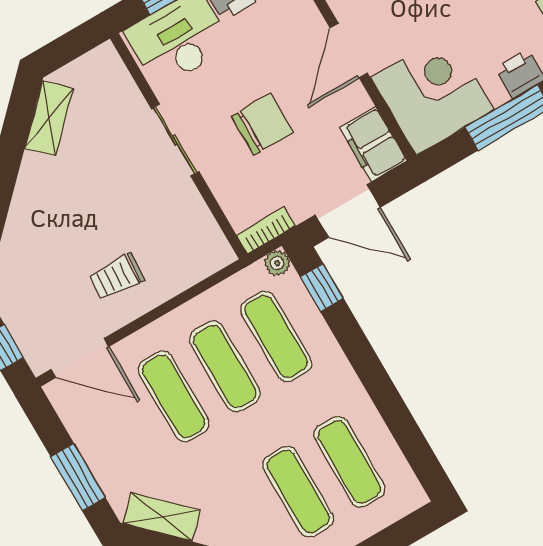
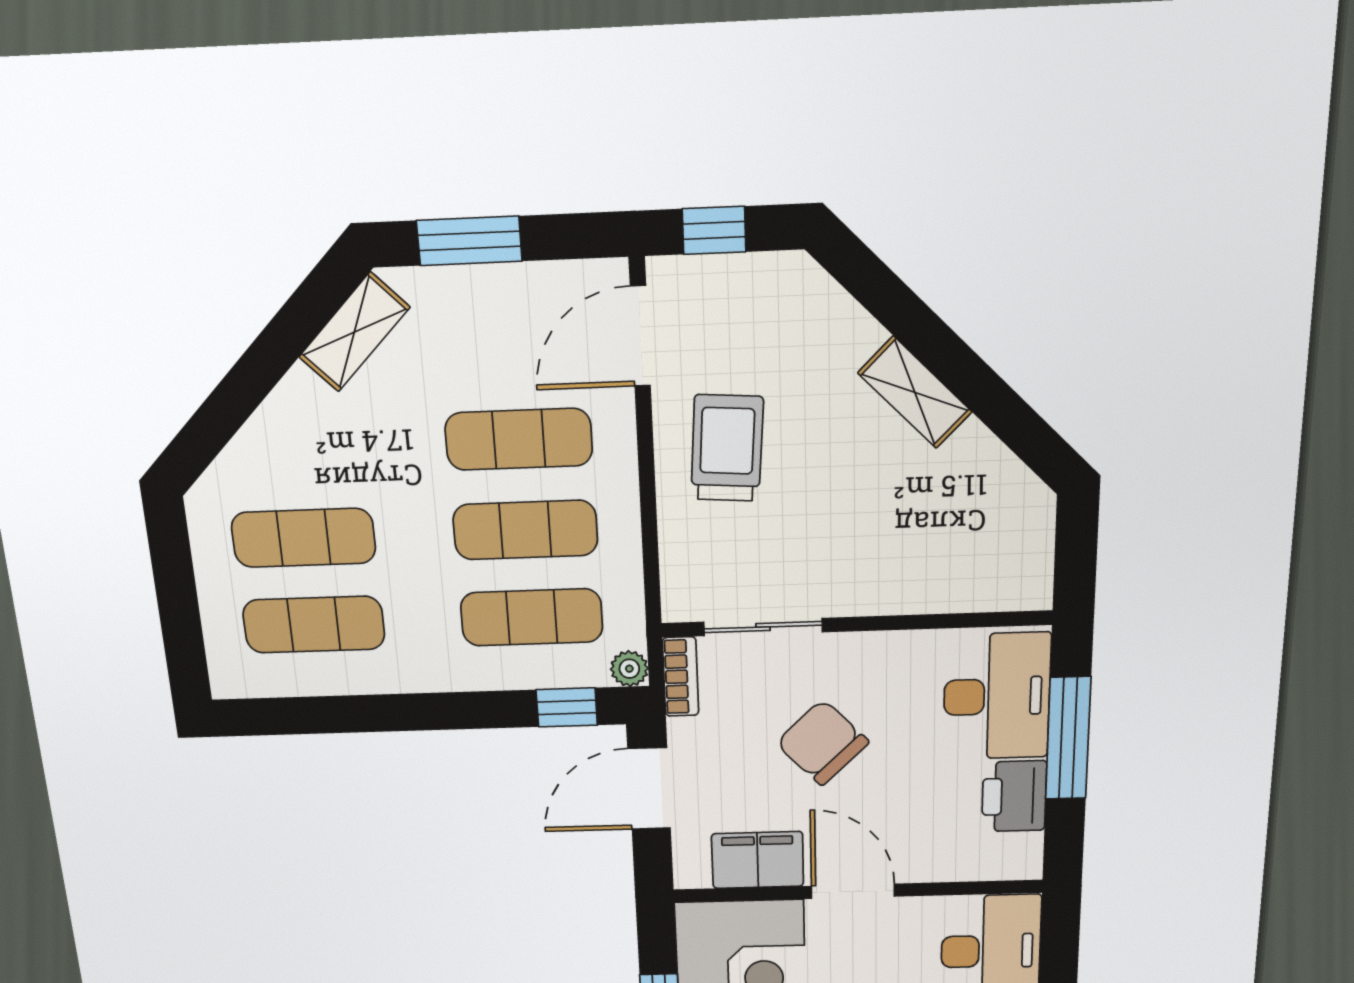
shelving: (49, 118) -> (915, 392), moved
chair: (262, 124) -> (822, 743), turned 136
sliding door: (175, 140) -> (763, 627), moved
filing cabinet: (373, 144) -> (758, 860), moved
trolley: (116, 277) -> (727, 448), width x1.36, depth x1.39

